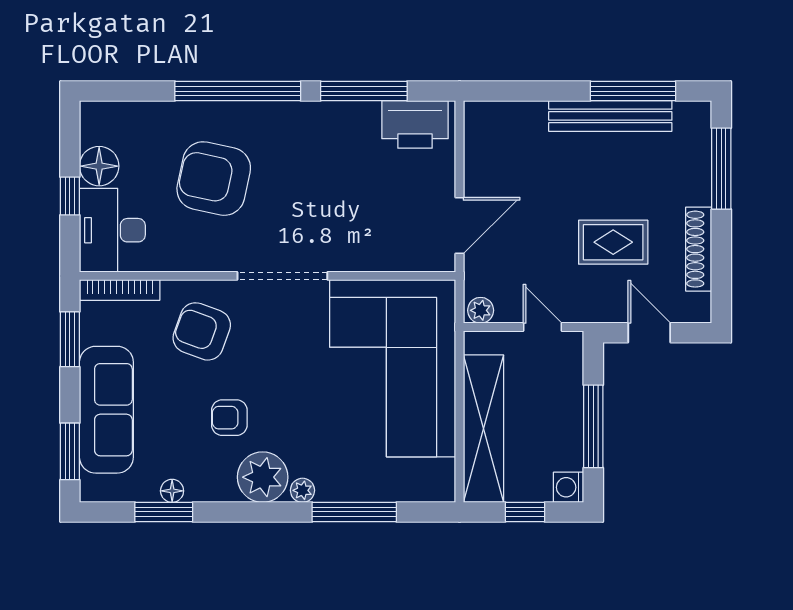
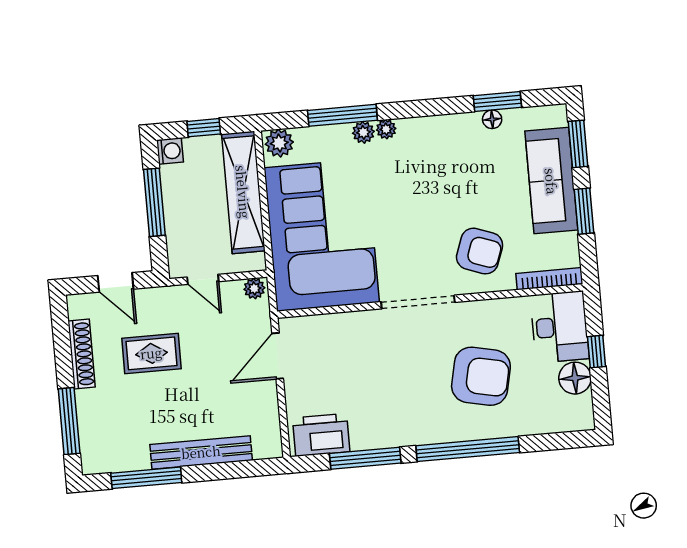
bench: (610, 116) -> (201, 452), moved
window: (70, 339) -> (584, 211), moved
armchair: (229, 418) -> (451, 183), removed
plant: (263, 477) -> (363, 132), moved, width x0.53, depth x0.53
plant: (434, 485) -> (279, 143), added

